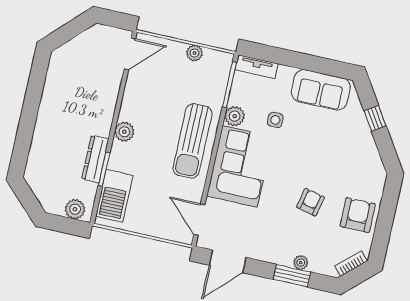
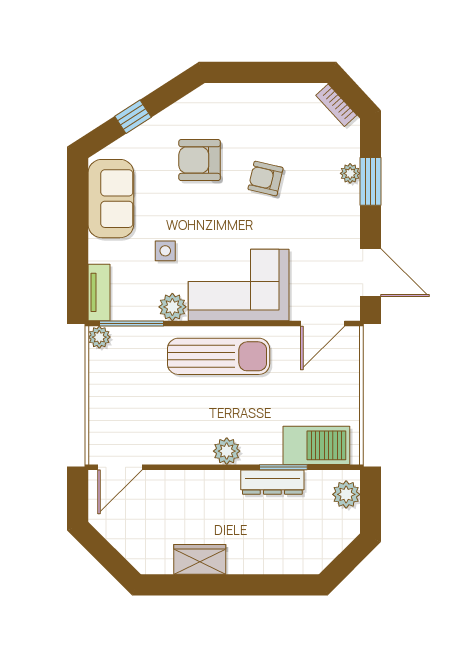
plant: (195, 53) -> (99, 337), moved
door: (130, 54) -> (120, 467), swing flipped
wardrobe: (52, 96) -> (200, 559), added
armchair: (358, 215) -> (200, 160), moved

